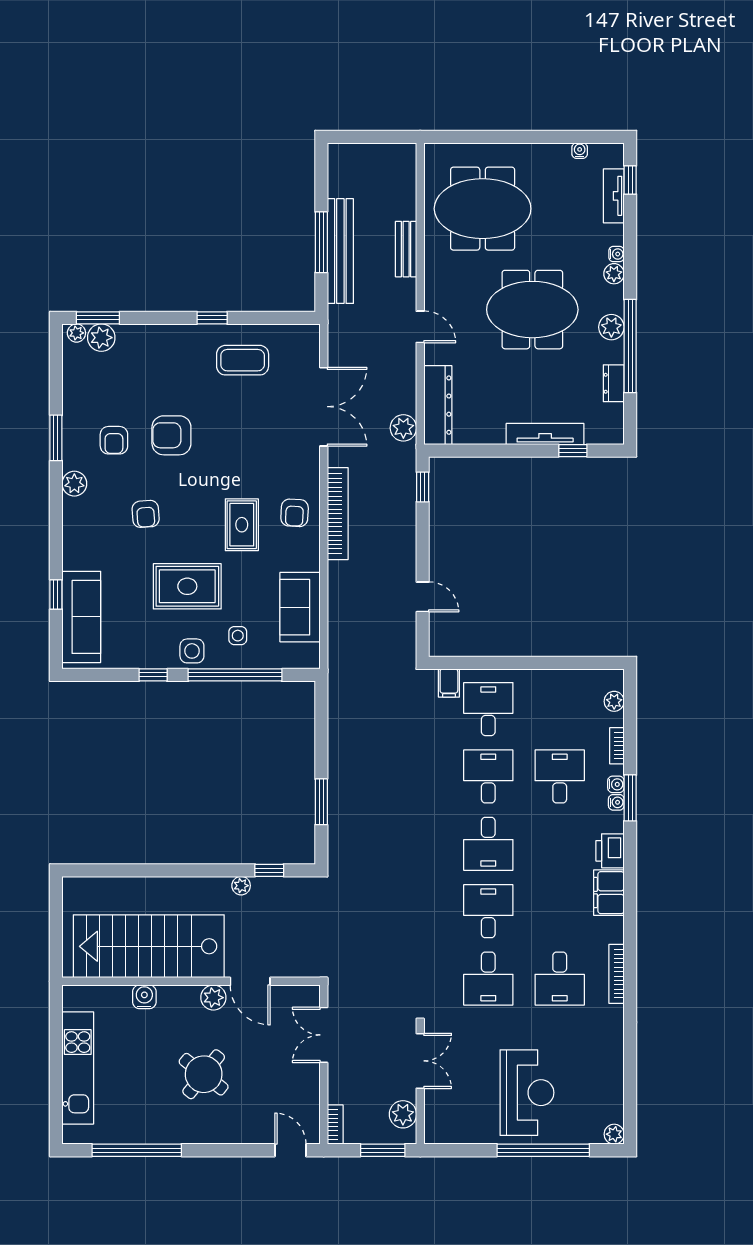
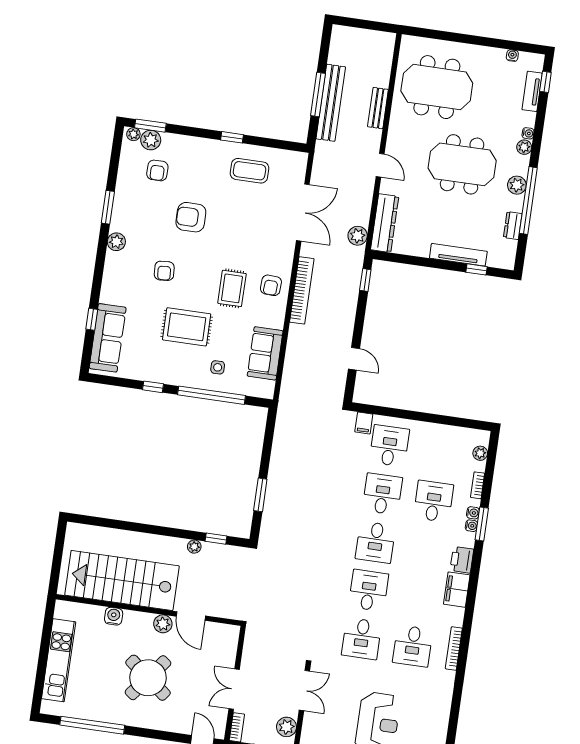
armchair: (114, 440) -> (157, 170), moved
side table: (192, 651) -> (183, 374), removed
double door: (324, 1035) -> (234, 689), moved
round table: (204, 1074) -> (148, 678), width x1.36, depth x1.36

